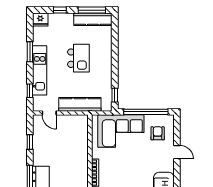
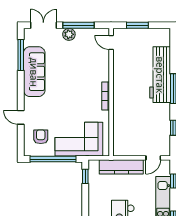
door: (49, 113) -> (153, 158), swing flipped
armchair: (158, 133) -> (41, 137), turned 180

